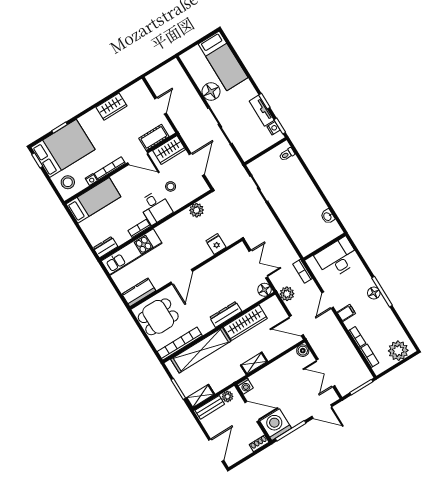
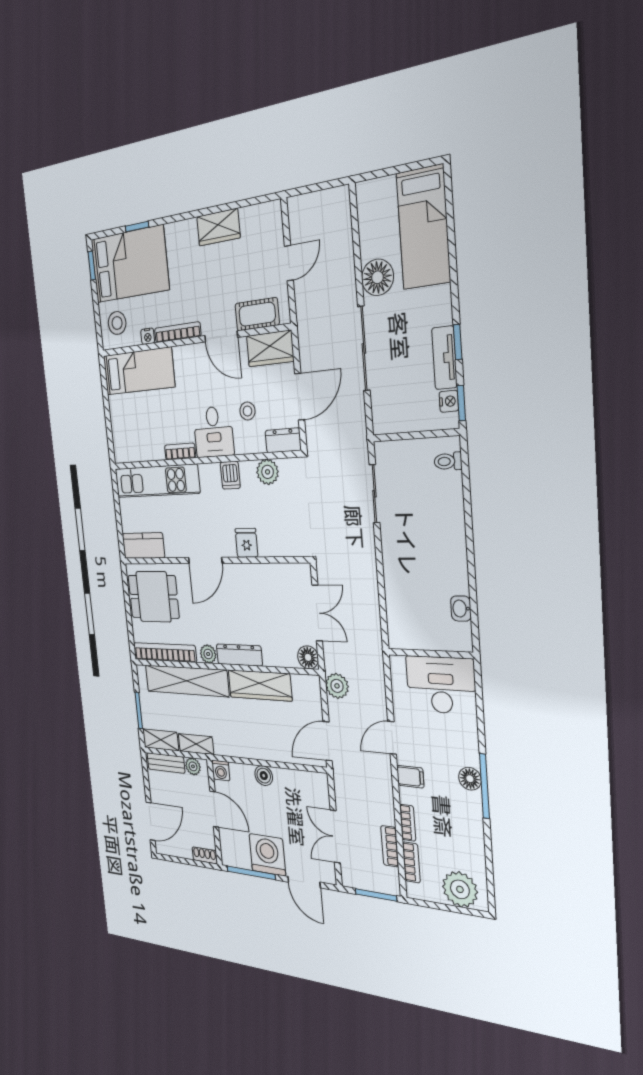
dishwasher: (176, 224) -> (230, 475), added
fridge: (216, 244) -> (246, 543), moved
dresser: (105, 247) -> (283, 440), moved
bookcase: (303, 271) -> (390, 846), moved
plant: (207, 326) -> (208, 654), added
door: (296, 326) -> (328, 741), hinge flipped
boiler: (303, 351) -> (264, 776), moved
shelving: (254, 363) -> (196, 744), moved
washing machine: (276, 425) -> (267, 855), moved

